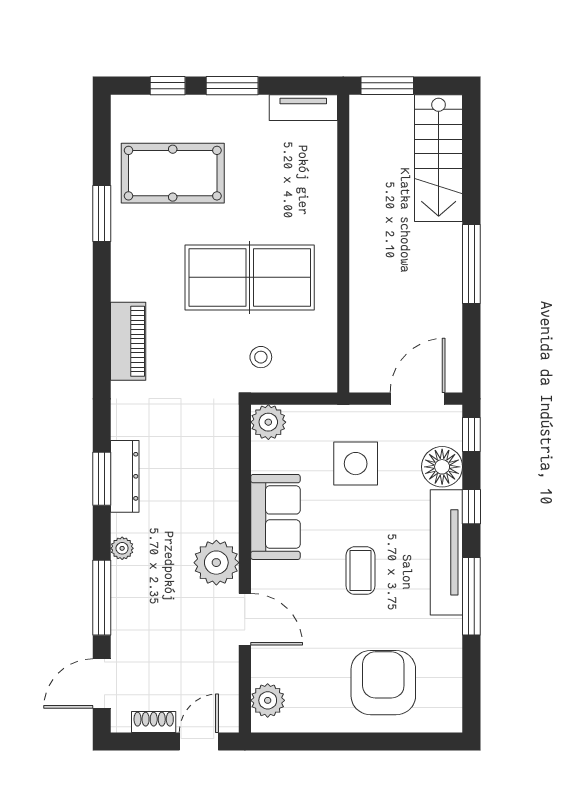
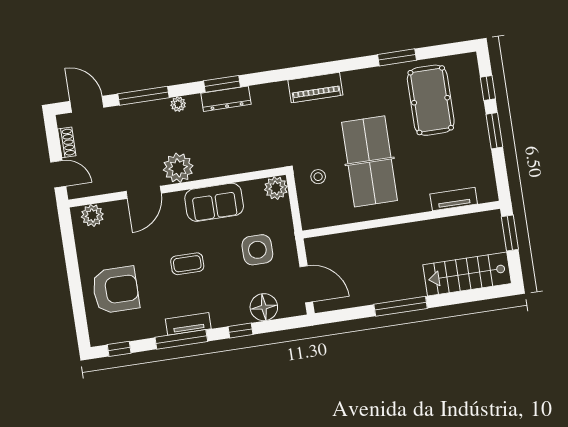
tv unit: (303, 108) -> (454, 199), moved, turned 90
window: (471, 434) -> (119, 349), moved
tv unit: (446, 552) -> (188, 324), width x0.52, depth x0.78

